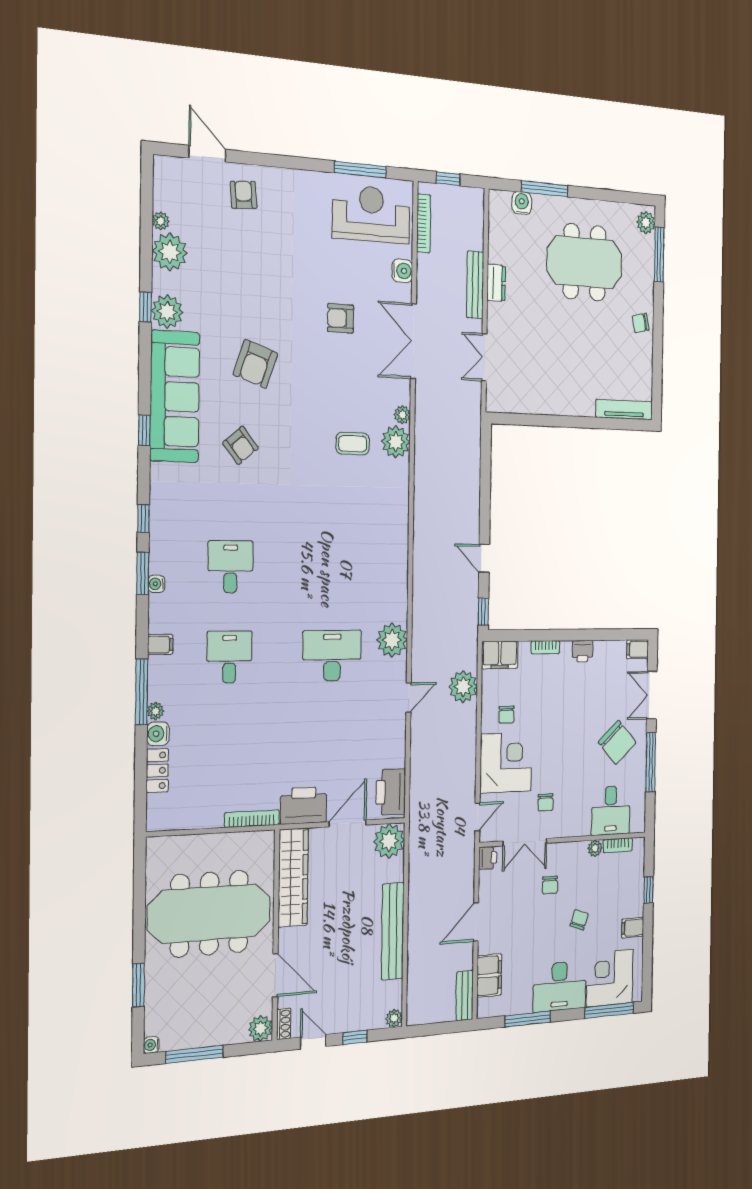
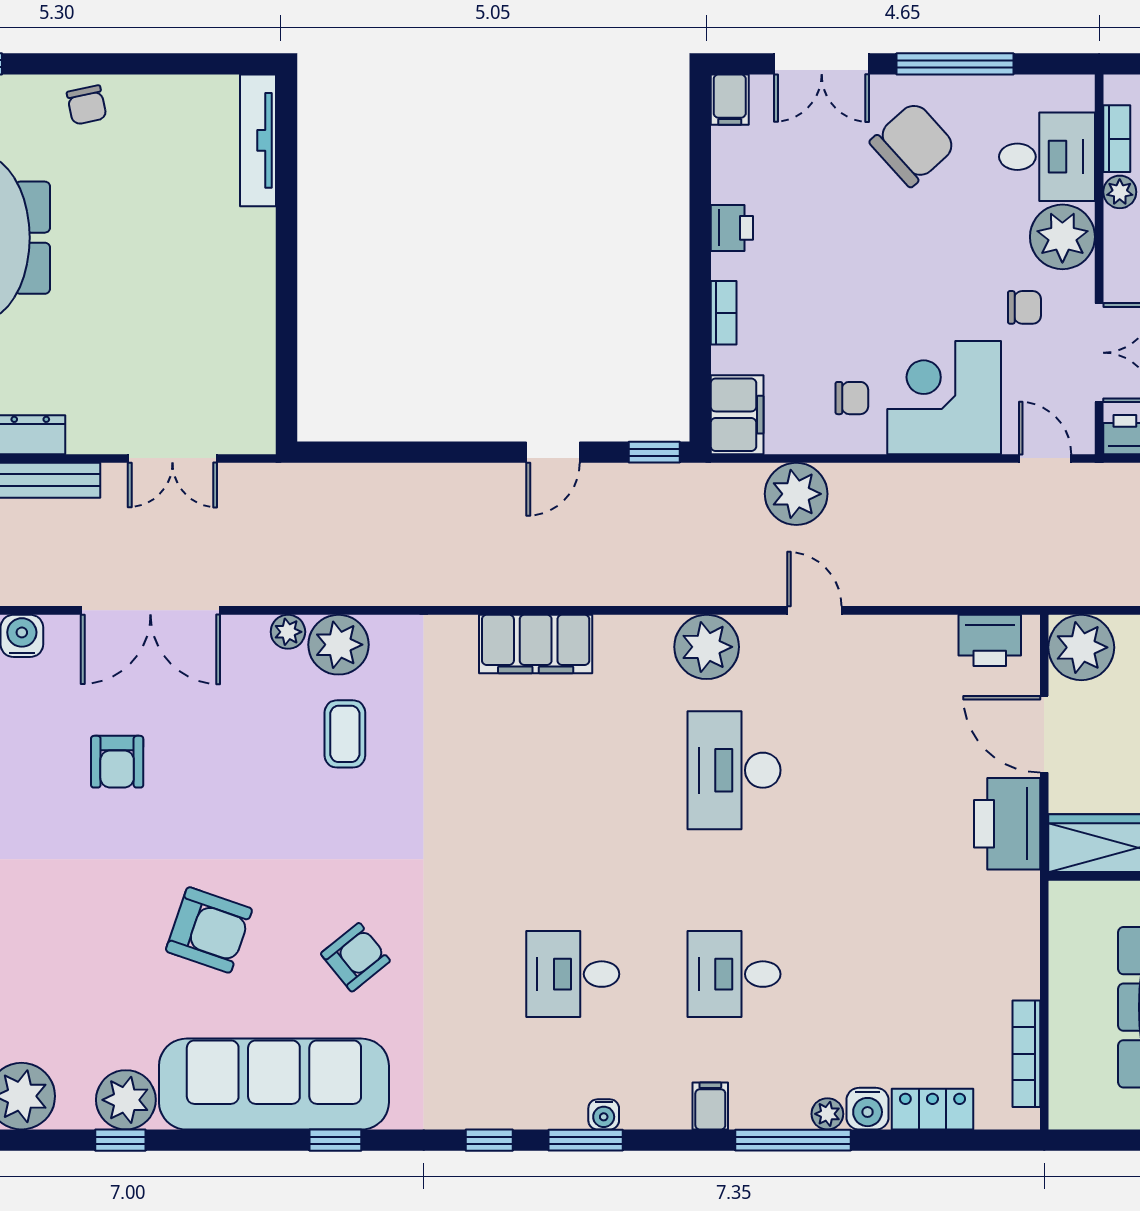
filing cabinet: (395, 548) -> (536, 644), added
printer: (391, 792) -> (990, 640), width x0.73, depth x0.84
bookcase: (252, 819) -> (1026, 1054), moved
plant: (576, 820) -> (1062, 237), added

